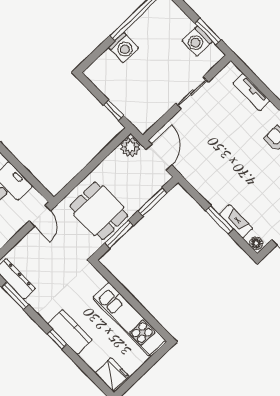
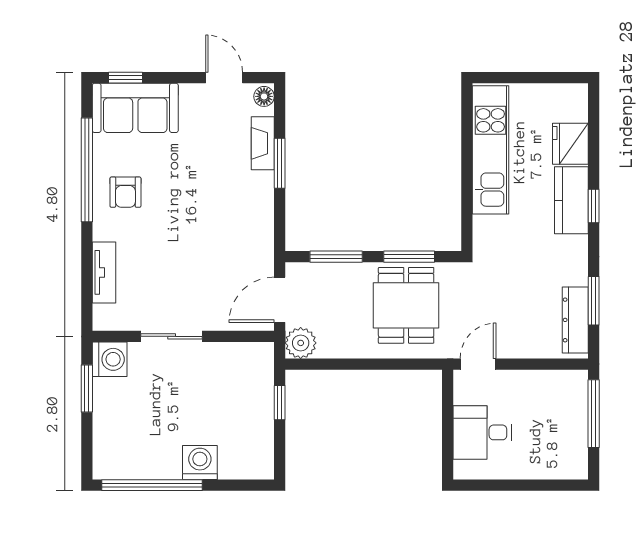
washing machine: (197, 41) -> (110, 359), moved
fridge: (112, 374) -> (570, 144), moved

